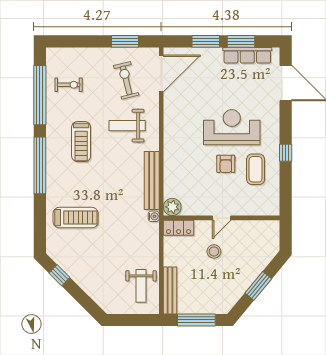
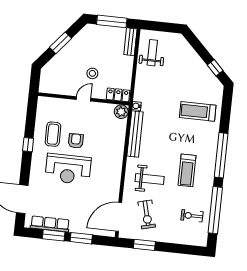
treadmill: (81, 142) -> (187, 170), turned 180
bench: (170, 290) -> (130, 42), width x0.73

